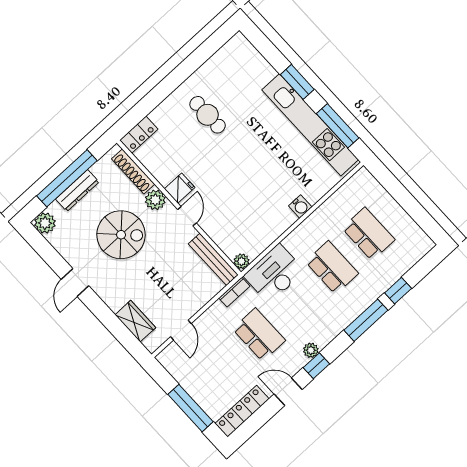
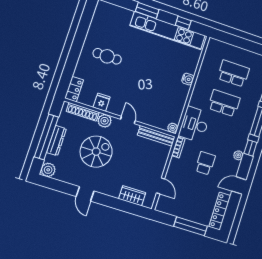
window: (338, 126) -> (183, 23), width x0.46
fridge: (180, 188) -> (102, 102), moved
school desk: (259, 335) -> (205, 163), width x0.54
window: (316, 366) -> (250, 148), moved

